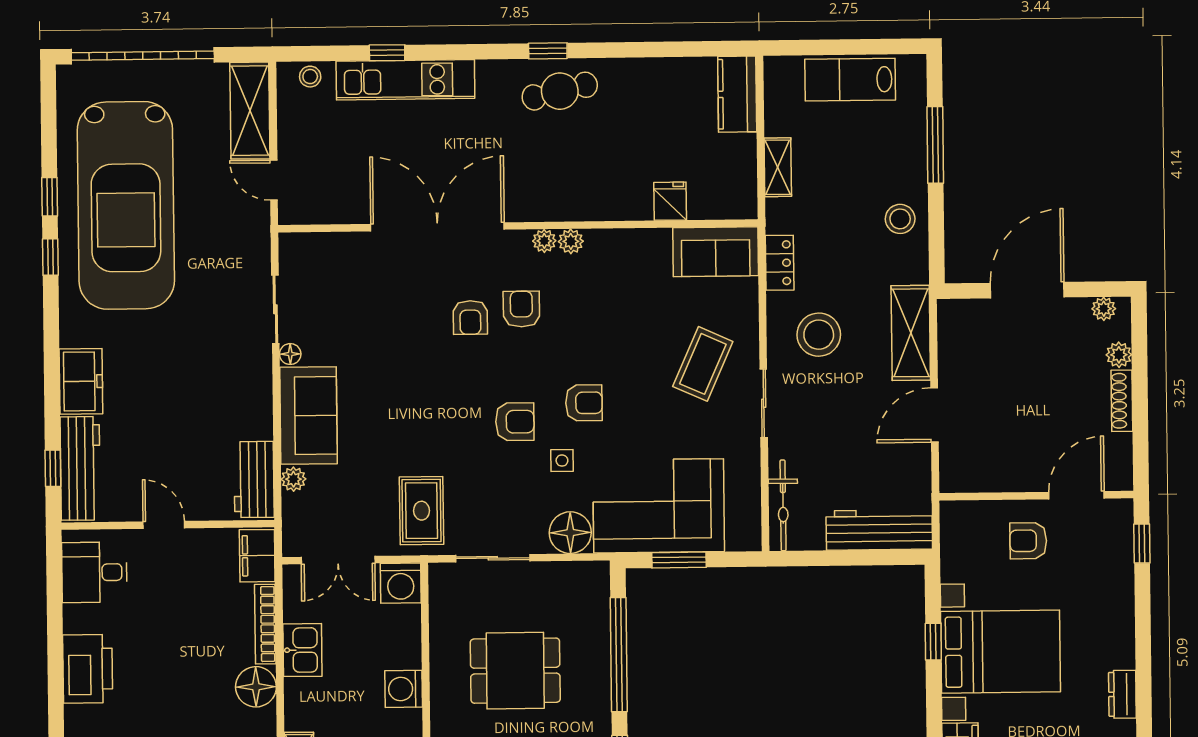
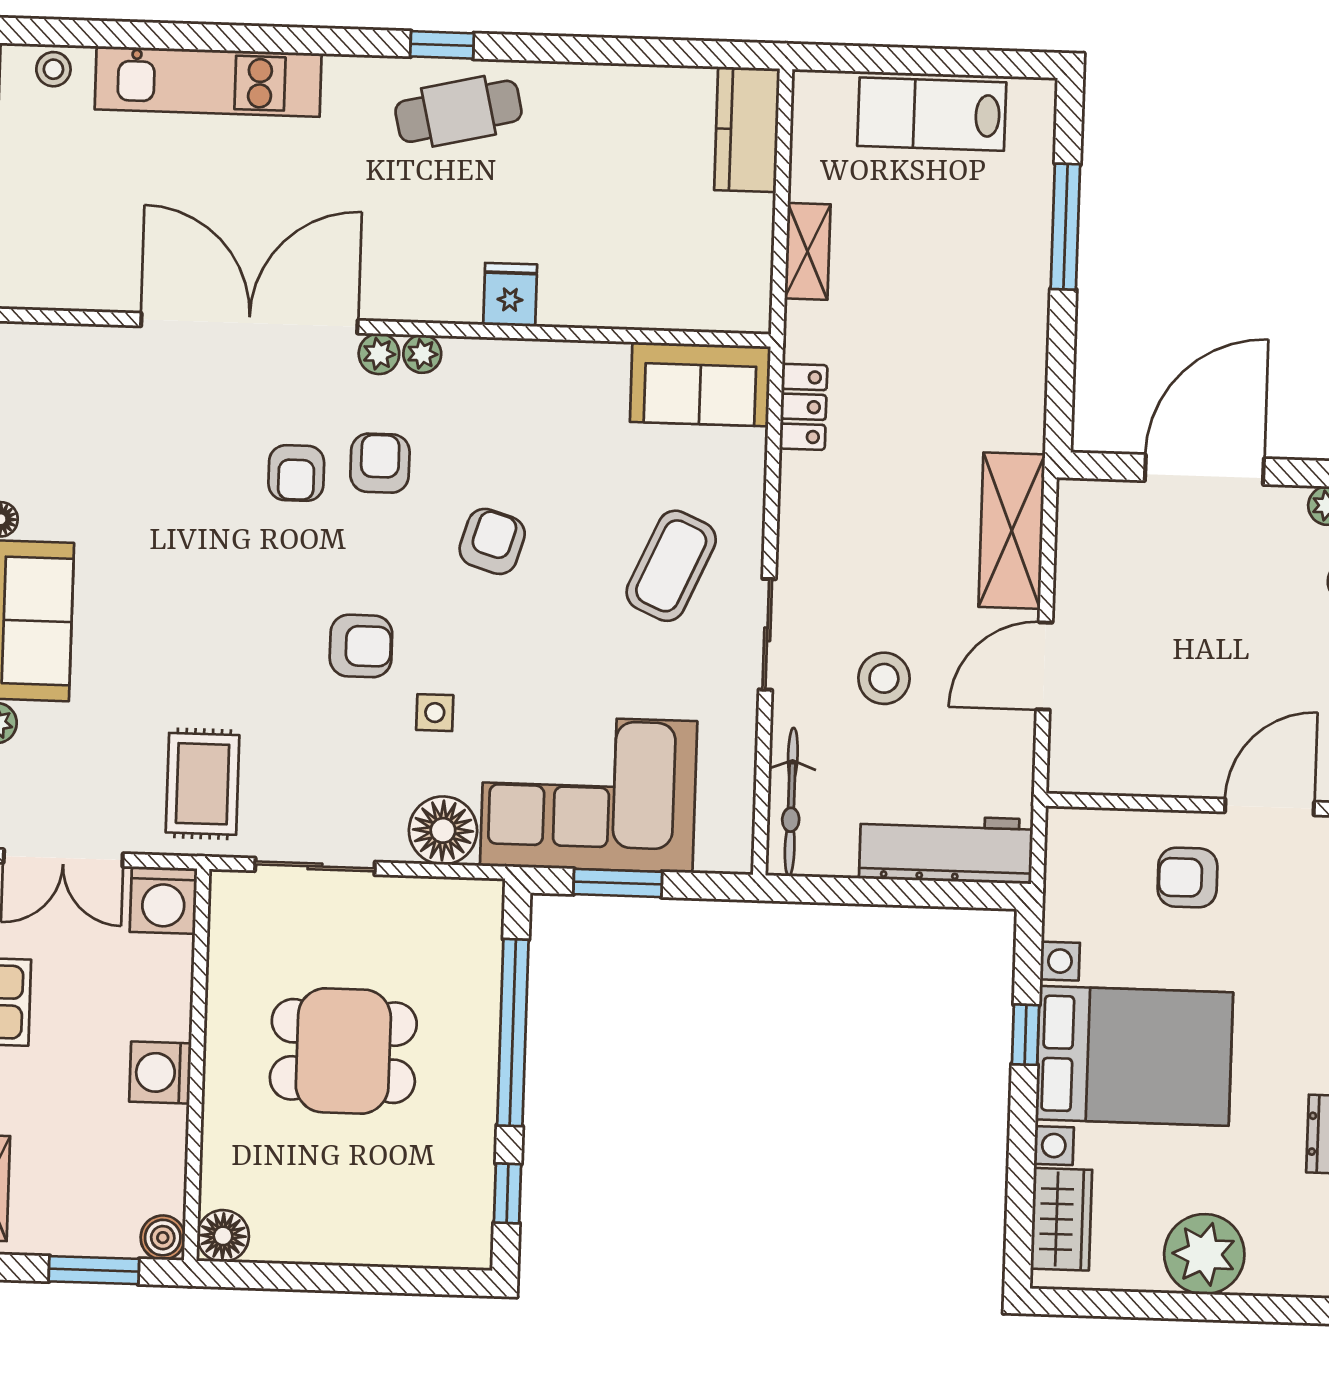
window: (387, 53) -> (180, 36), removed
fridge: (670, 201) -> (510, 295), moved
stool: (900, 219) -> (1003, 344), removed
plant: (571, 241) -> (379, 354), moved
stool: (819, 335) -> (884, 678), moved, width x0.73, depth x0.73
armchair: (584, 403) -> (492, 541), moved, turned -73

